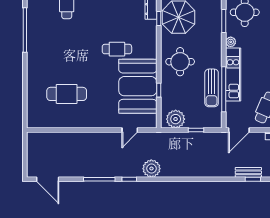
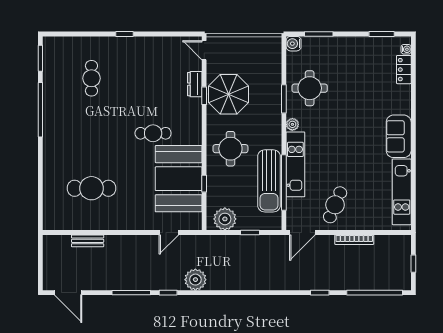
sun lounger: (212, 88) -> (269, 181), width x1.36, depth x1.34
bench: (248, 172) -> (88, 241), moved

